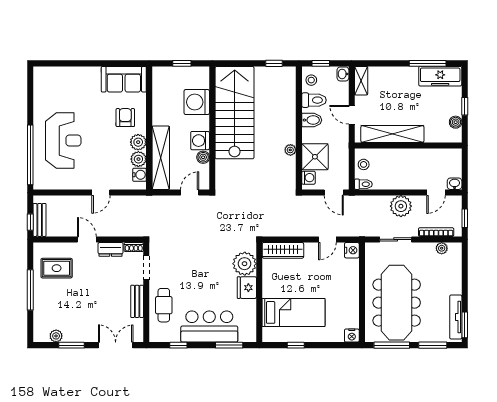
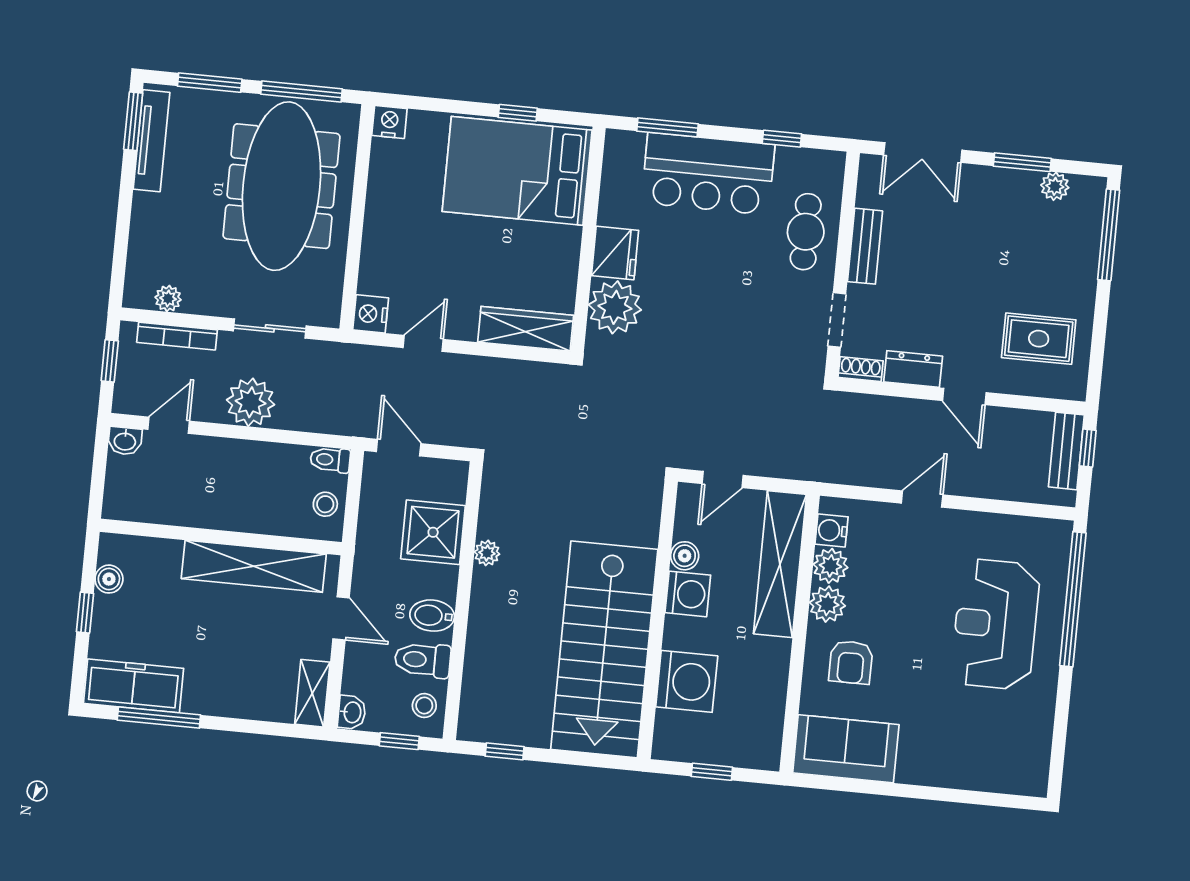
washing machine: (308, 178) -> (452, 487), removed
window: (30, 290) -> (1109, 235), moved
bed: (293, 312) -> (517, 171), width x1.50

